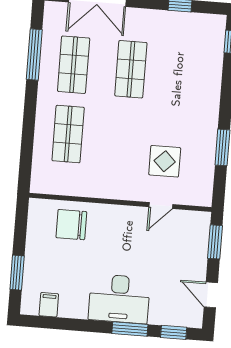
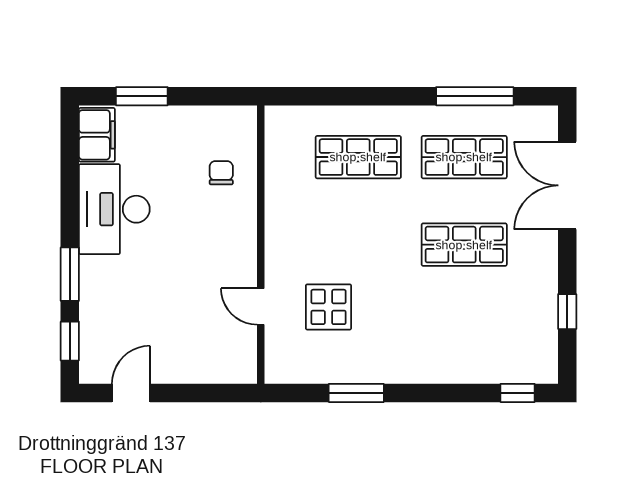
chair: (71, 225) -> (221, 173), width x0.54, depth x0.54
window: (215, 242) -> (212, 393), removed
desk: (119, 299) -> (114, 209), moved
filing cabinet: (49, 305) -> (97, 135), width x2.00

